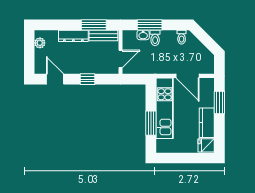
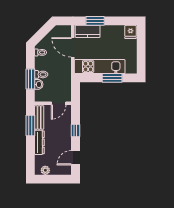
door: (120, 59) -> (59, 103), swing flipped
door: (188, 76) -> (73, 47), swing flipped
kitchen counter: (207, 123) -> (88, 31), moved

